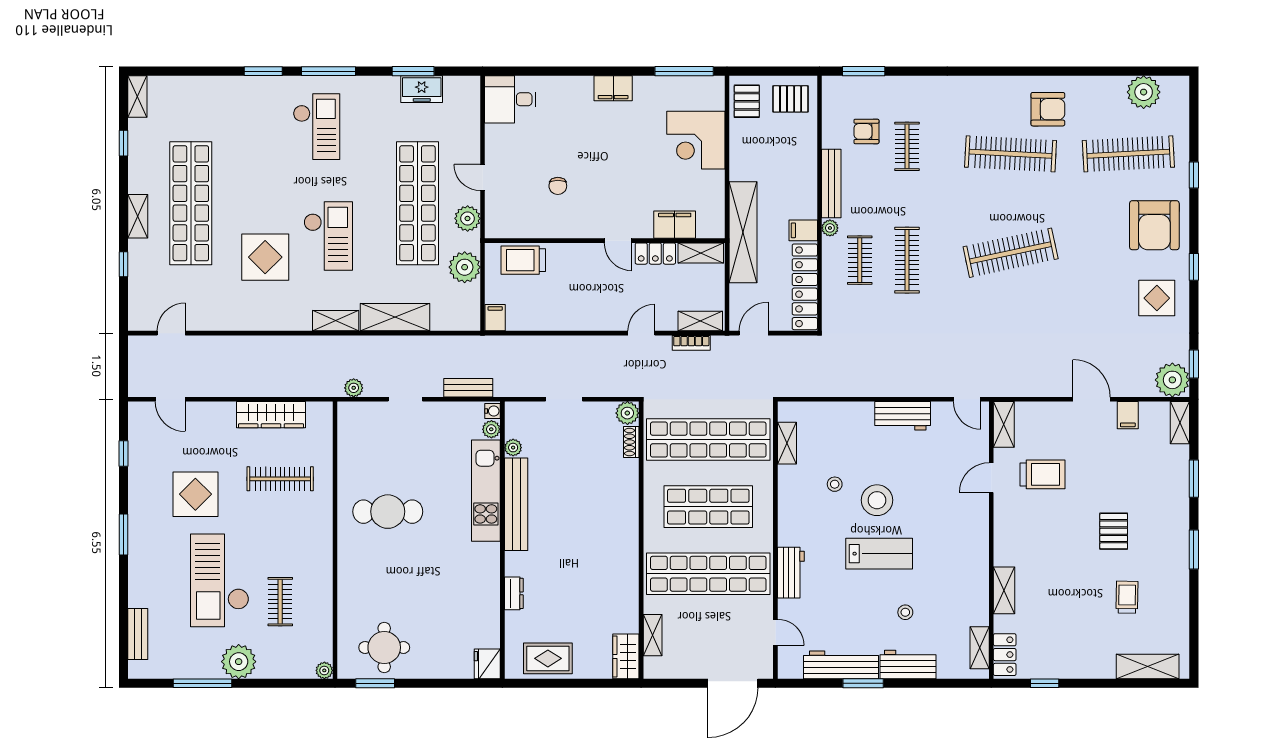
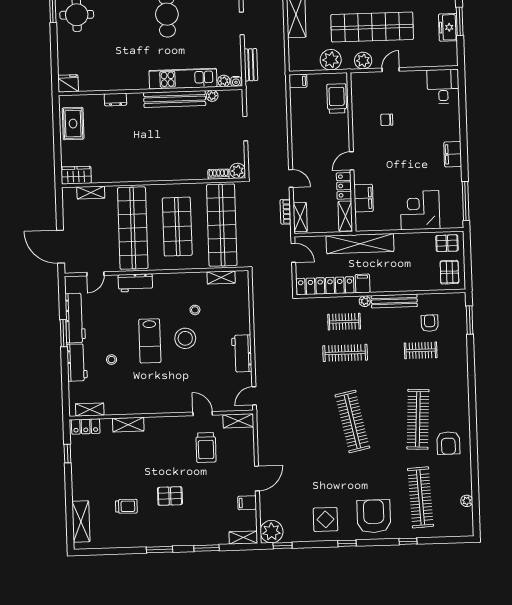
plant: (1144, 92) -> (467, 501), width x0.53, depth x0.53
armchair: (1154, 225) -> (374, 516), turned 90

